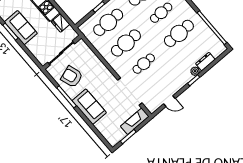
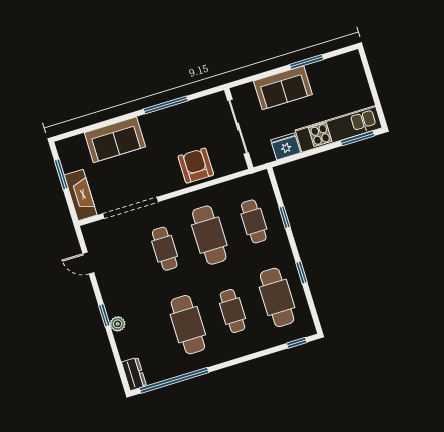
cafe table: (108, 22) -> (254, 221), width x0.73, depth x0.74
sofa: (21, 28) -> (283, 88), moved
dresser: (205, 62) -> (134, 374), moved
armchair: (72, 77) -> (196, 166), moved, turned -72
door: (169, 101) -> (88, 263), hinge flipped
sofa: (89, 107) -> (115, 140), moved

